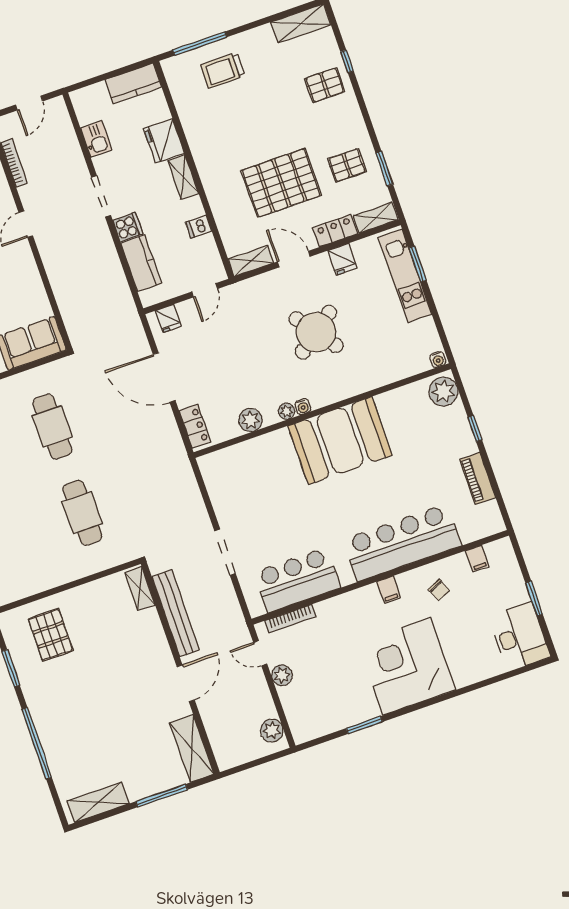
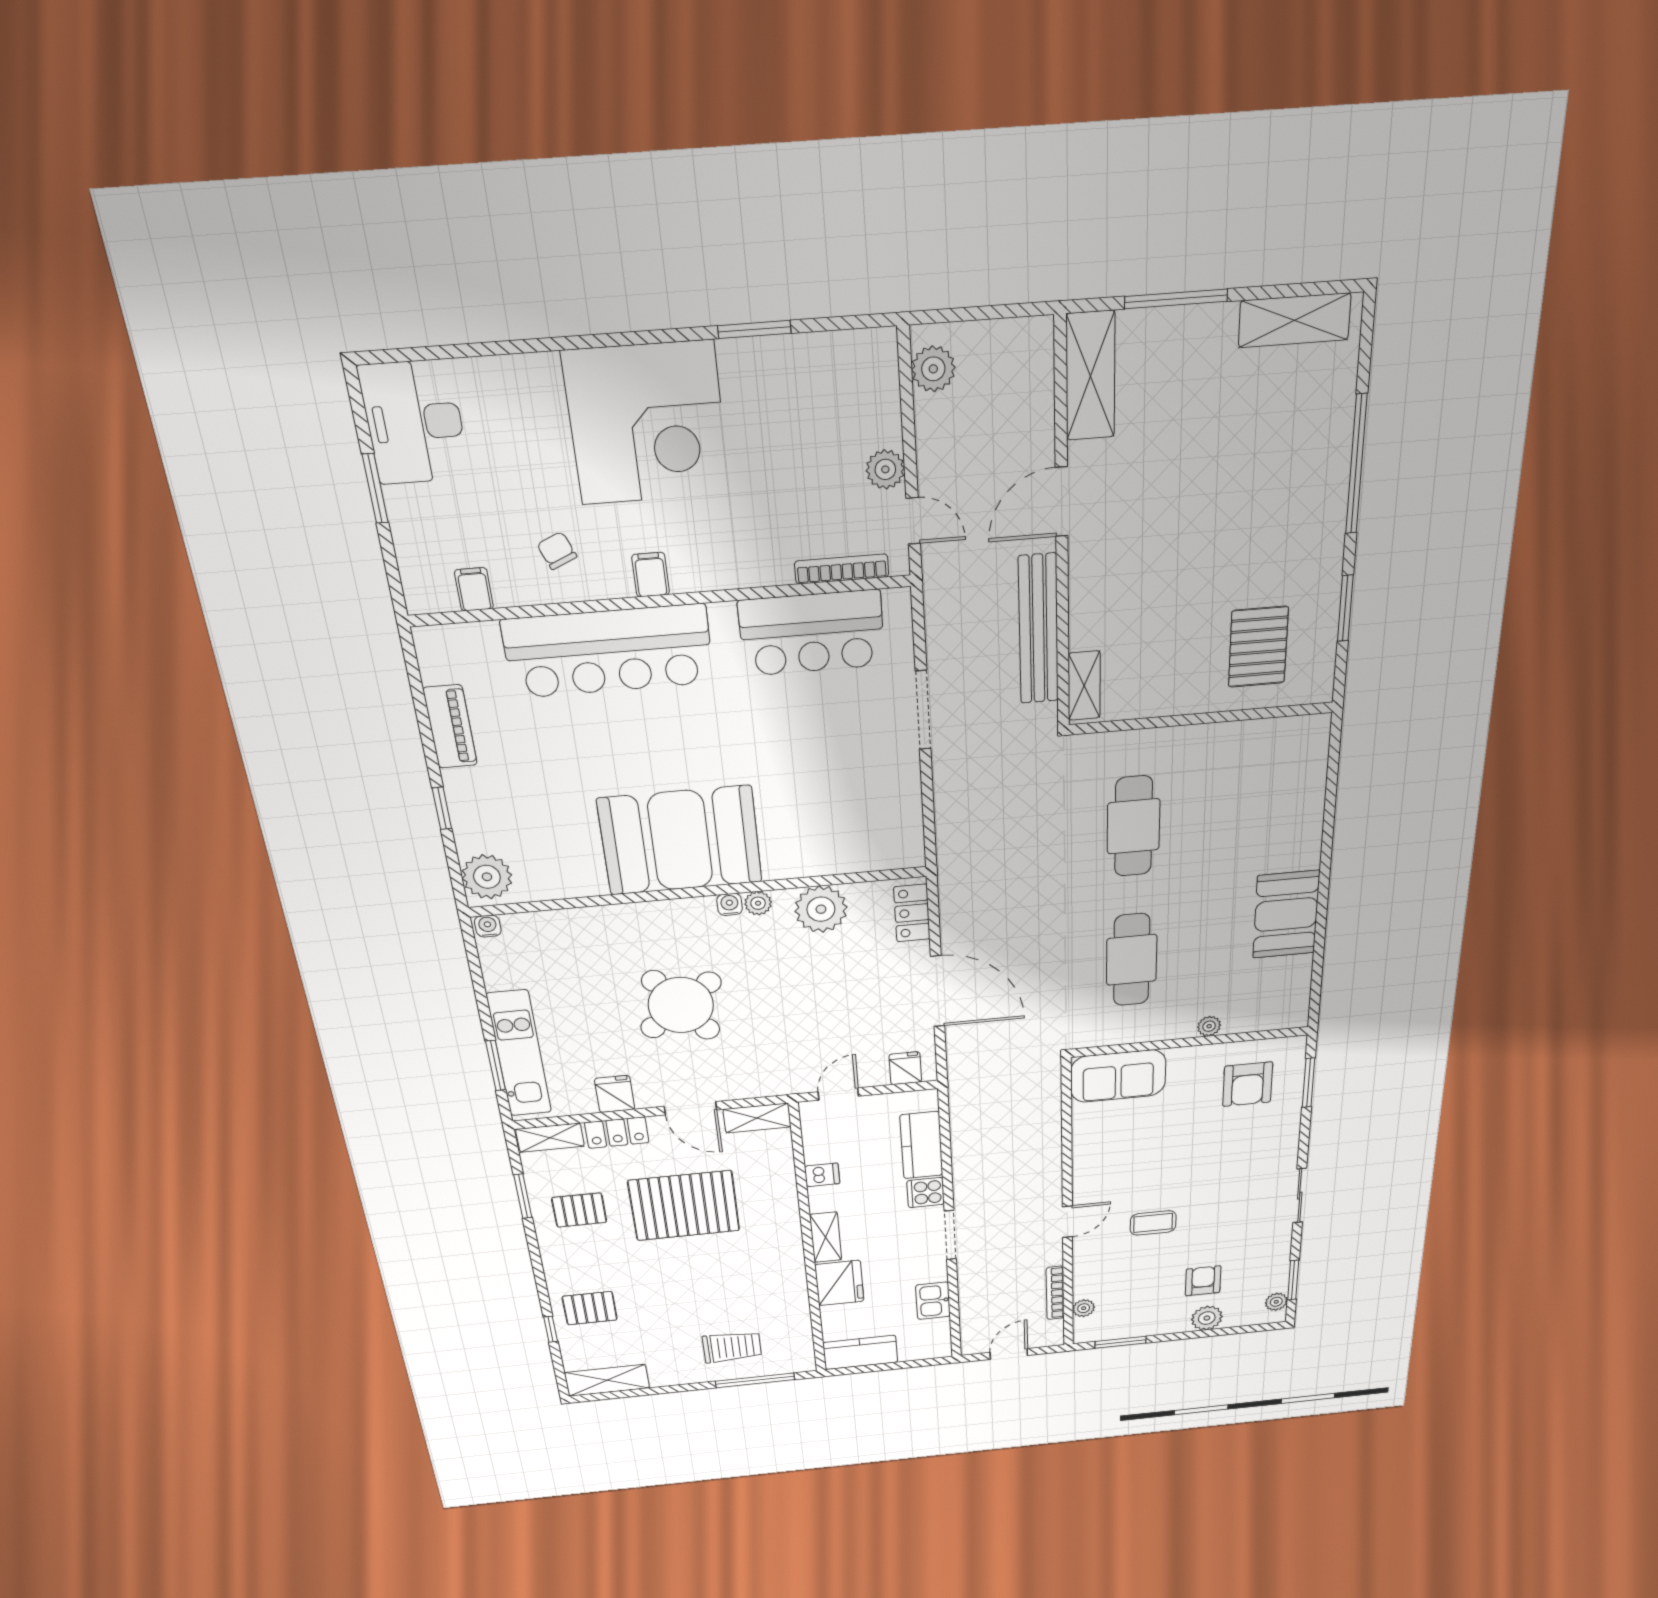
plant: (250, 420) -> (821, 909), width x1.36, depth x1.36

